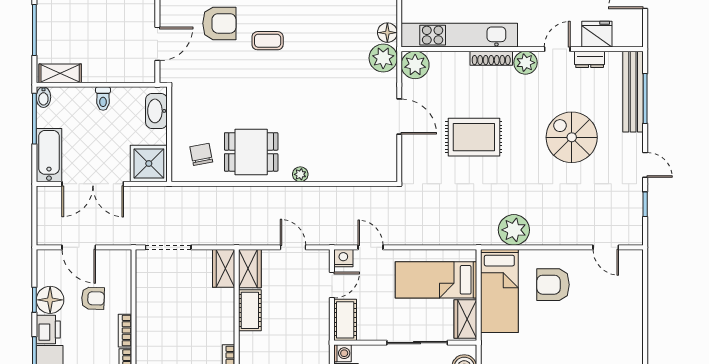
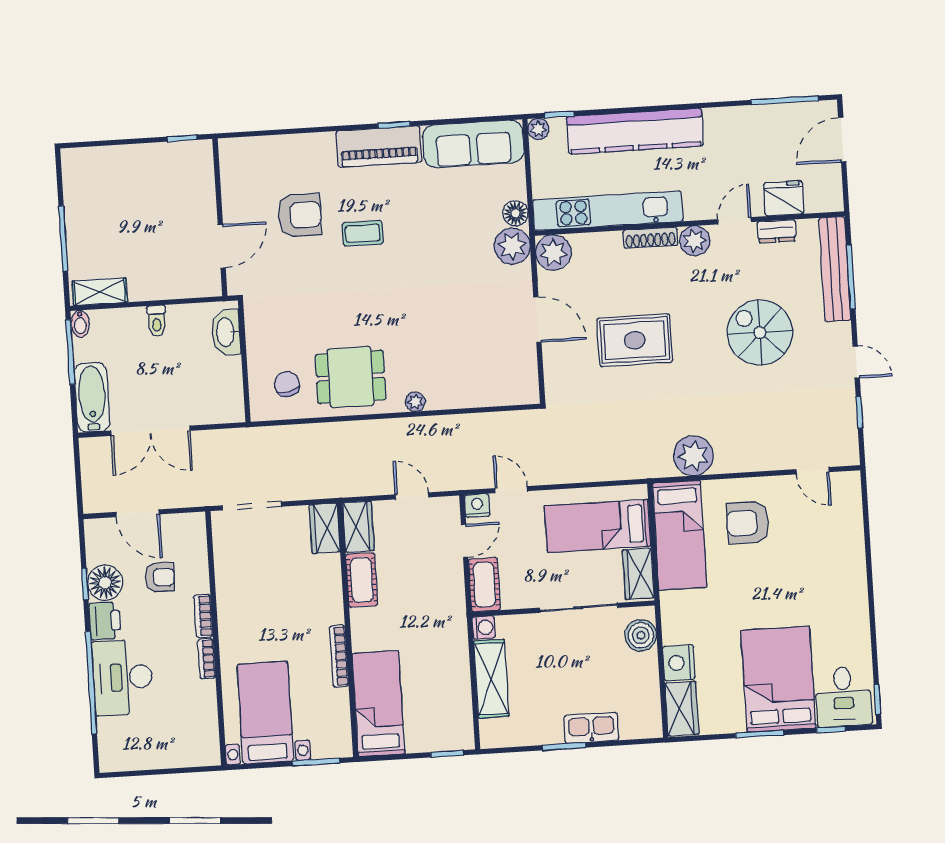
shower: (149, 164) -> (220, 400), removed

